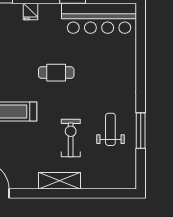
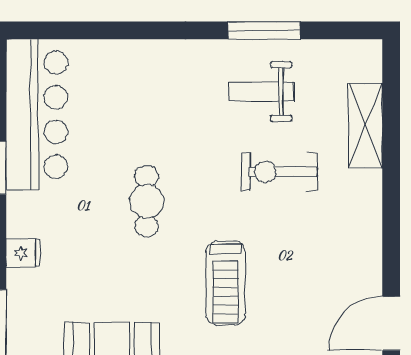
shelving: (59, 181) -> (365, 126), moved

